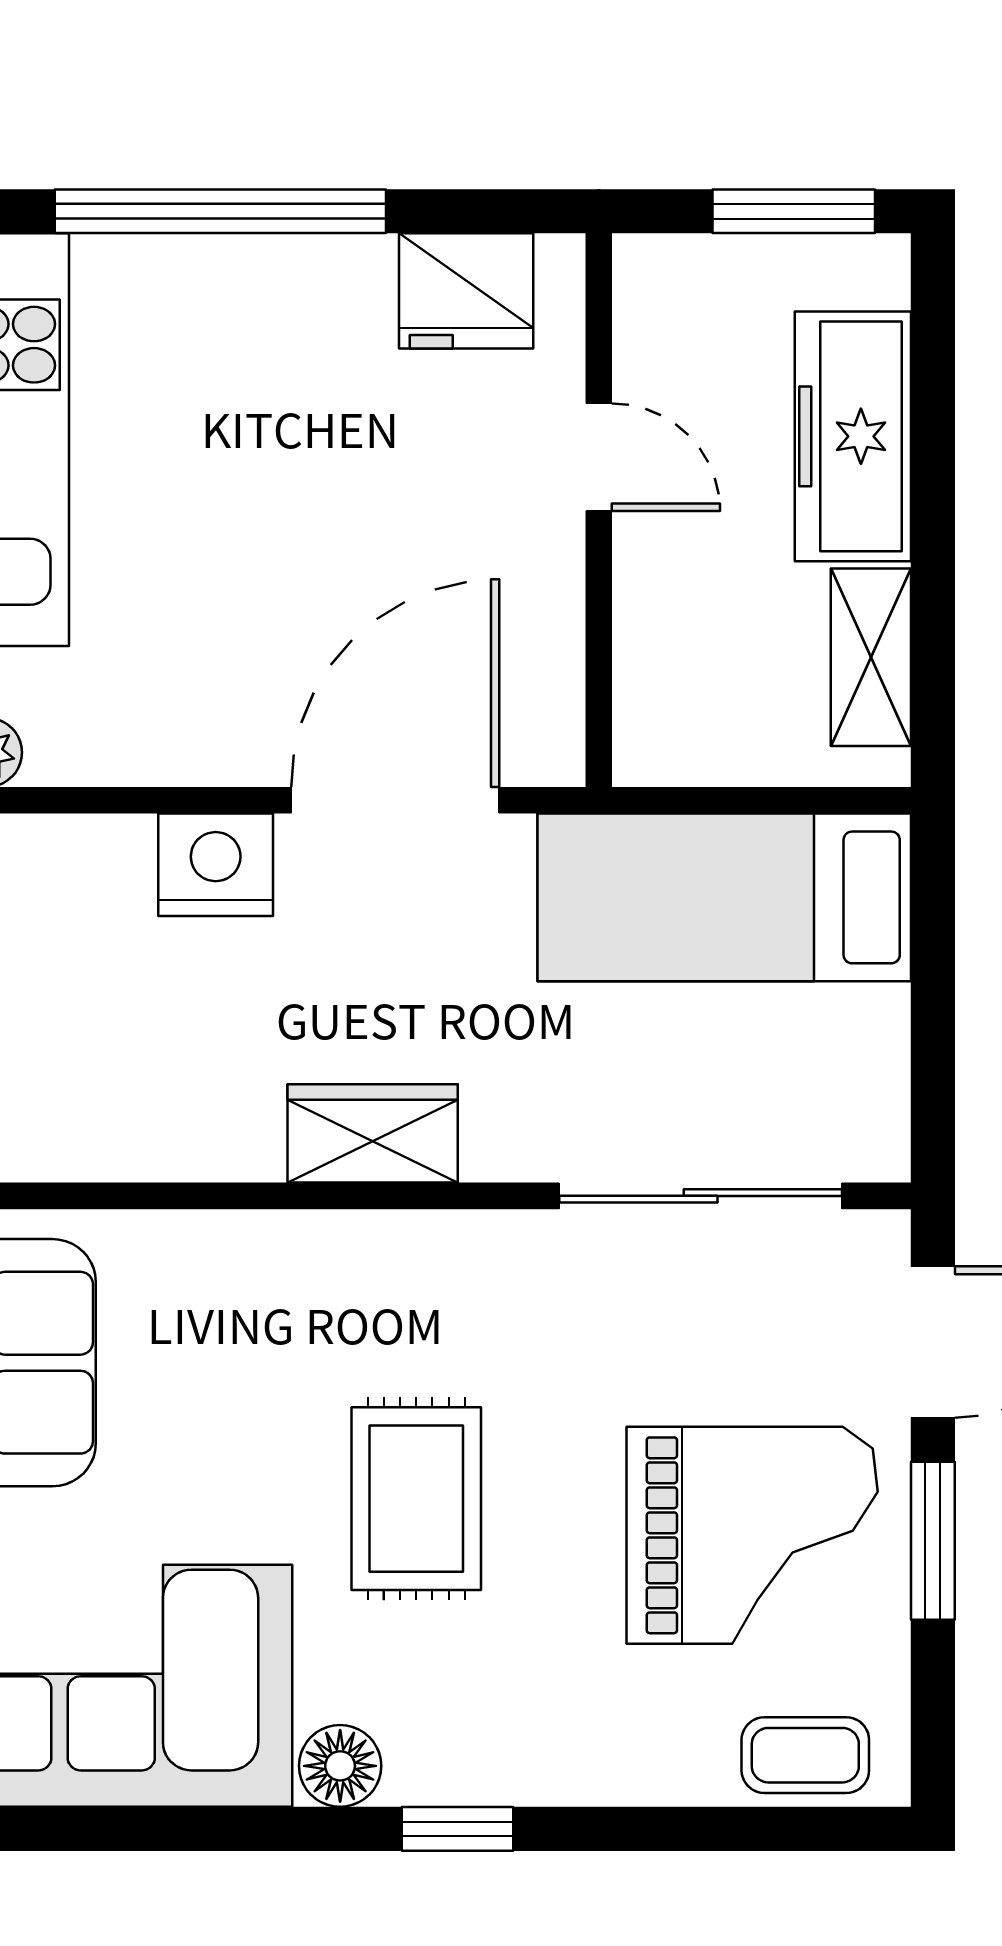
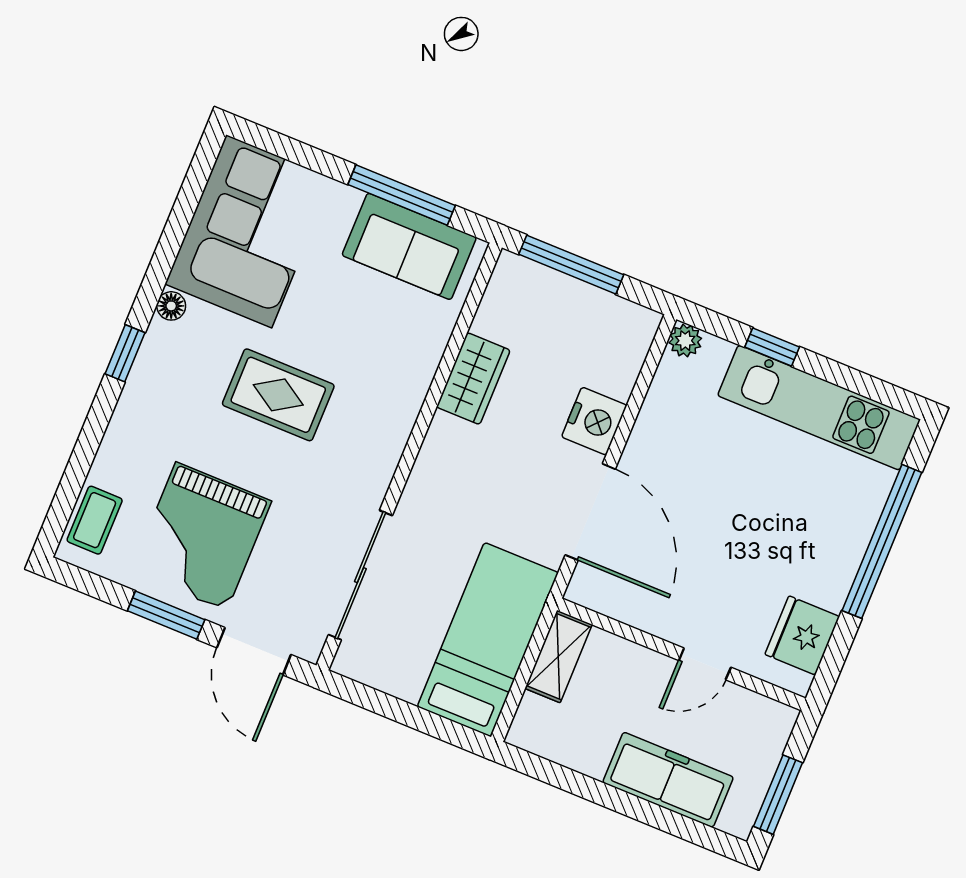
shelving: (871, 657) -> (558, 656), moved, turned 90
wardrobe: (373, 1133) -> (473, 379), moved
floor lamp: (340, 1766) -> (171, 306), width x0.73, depth x0.73

